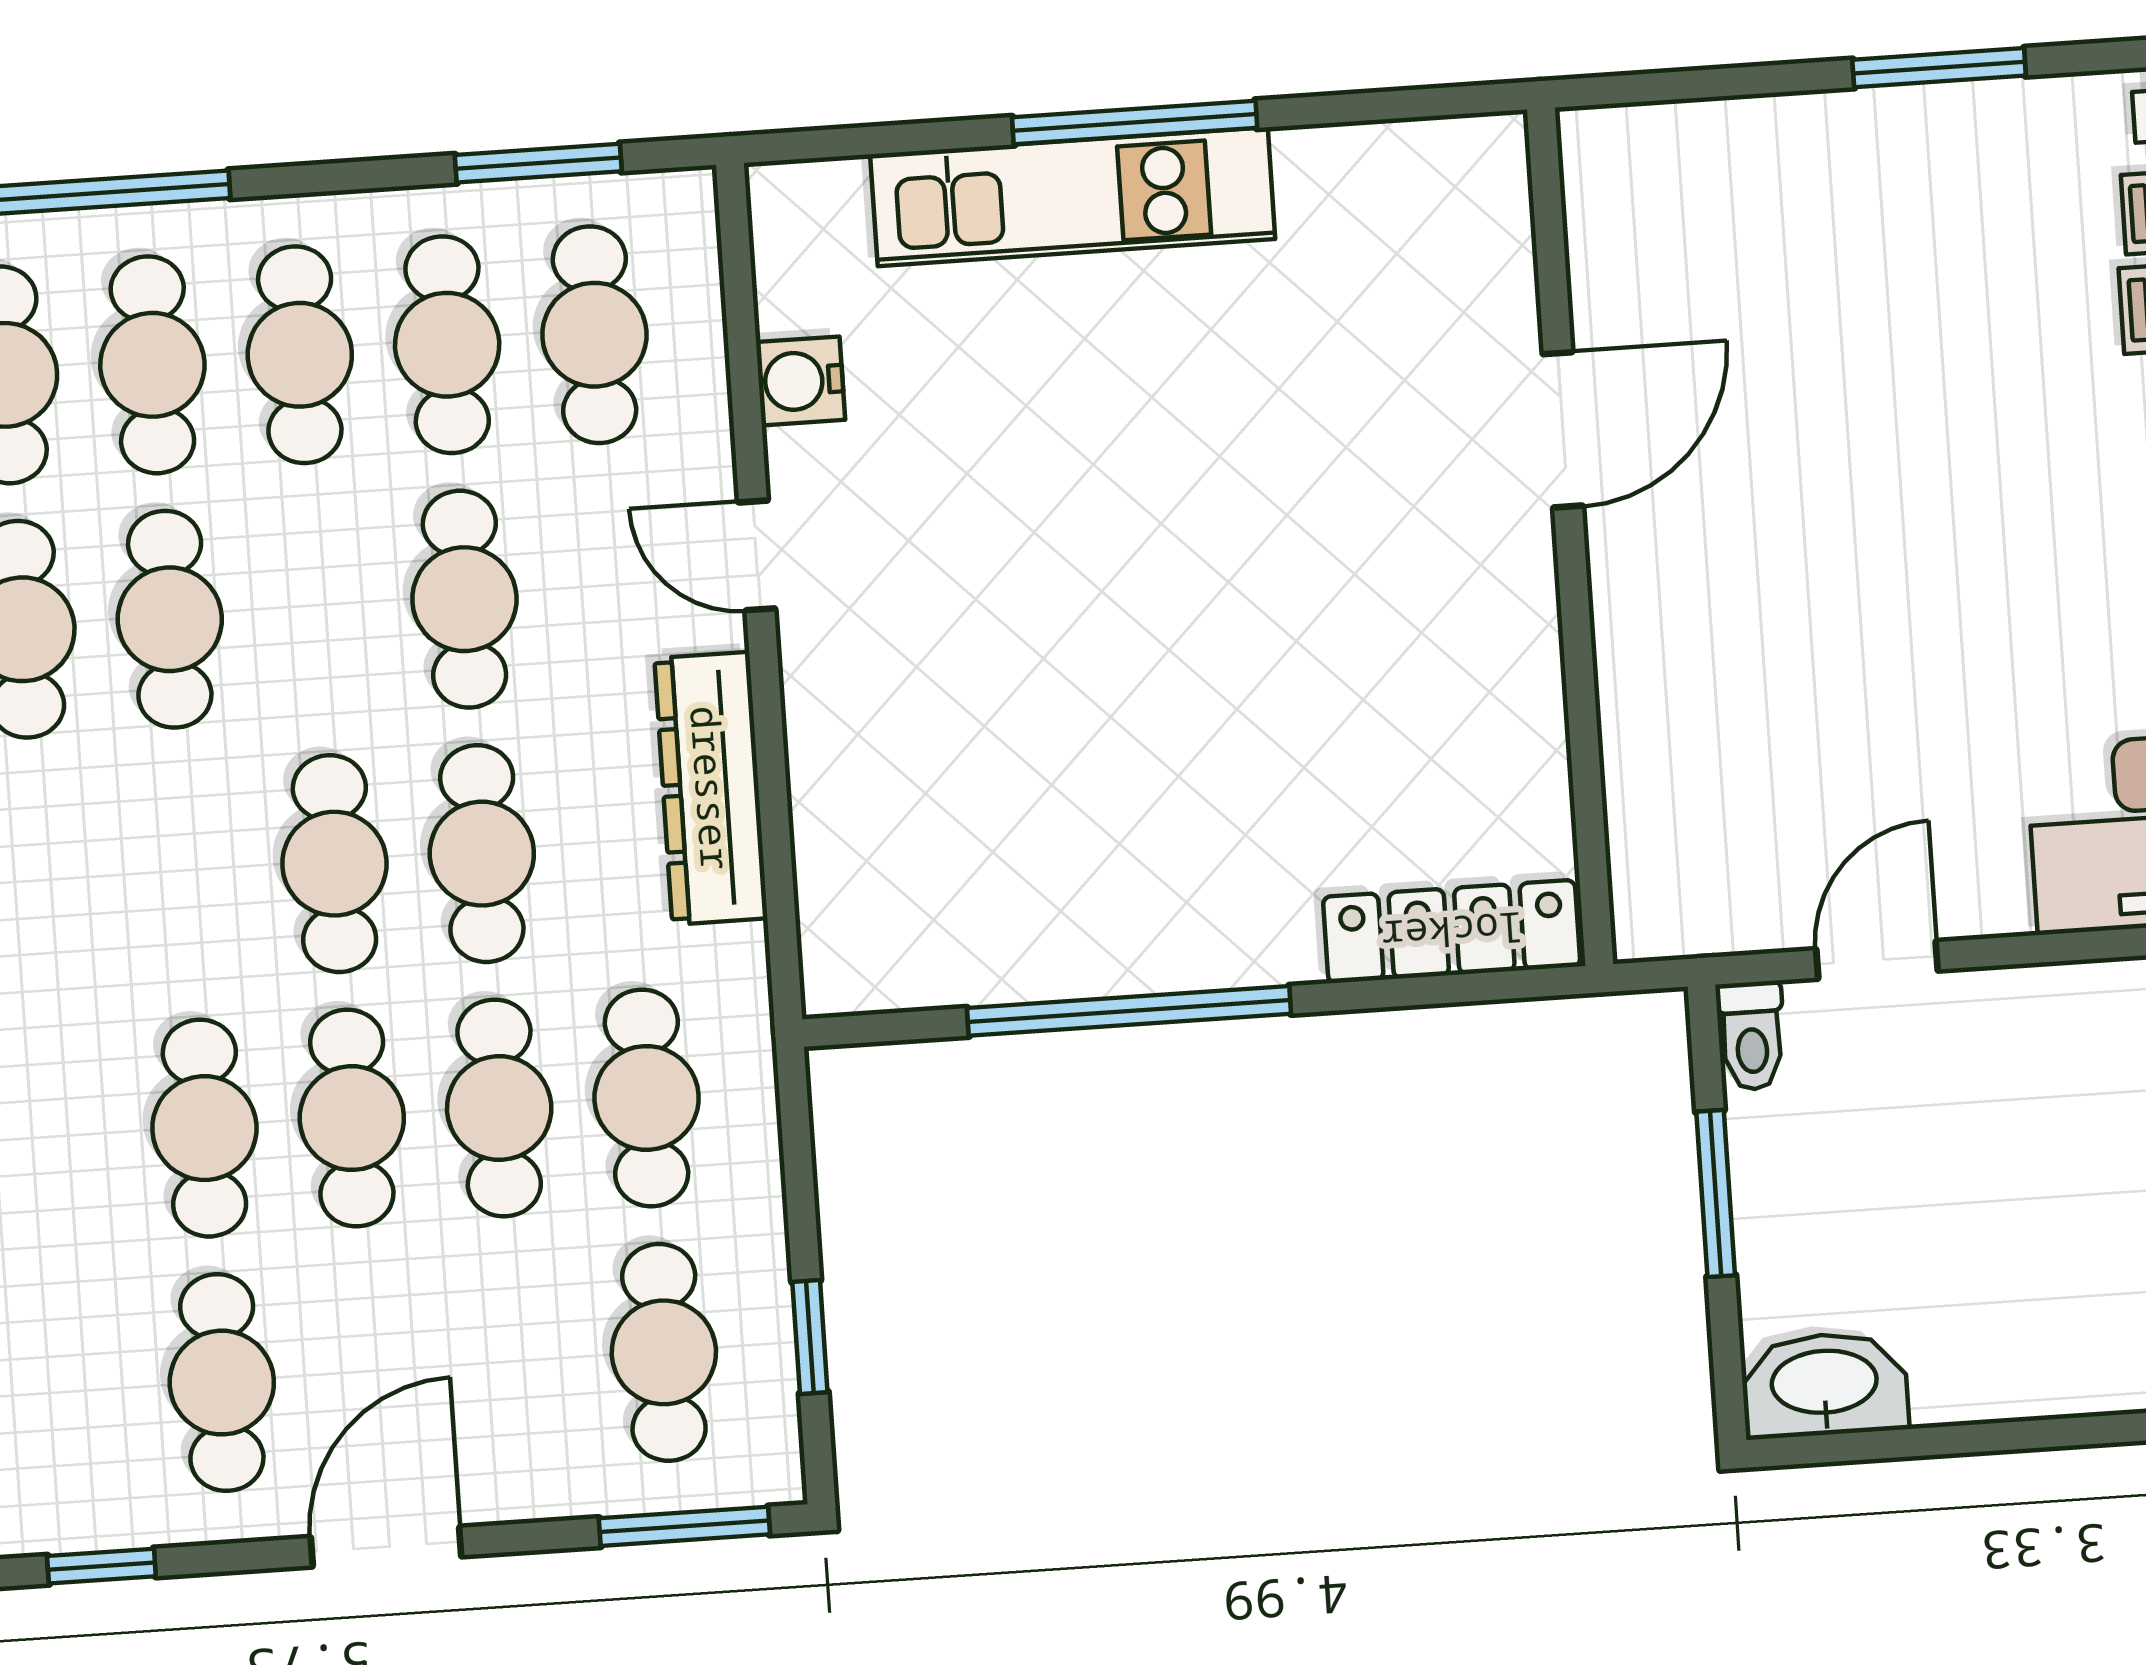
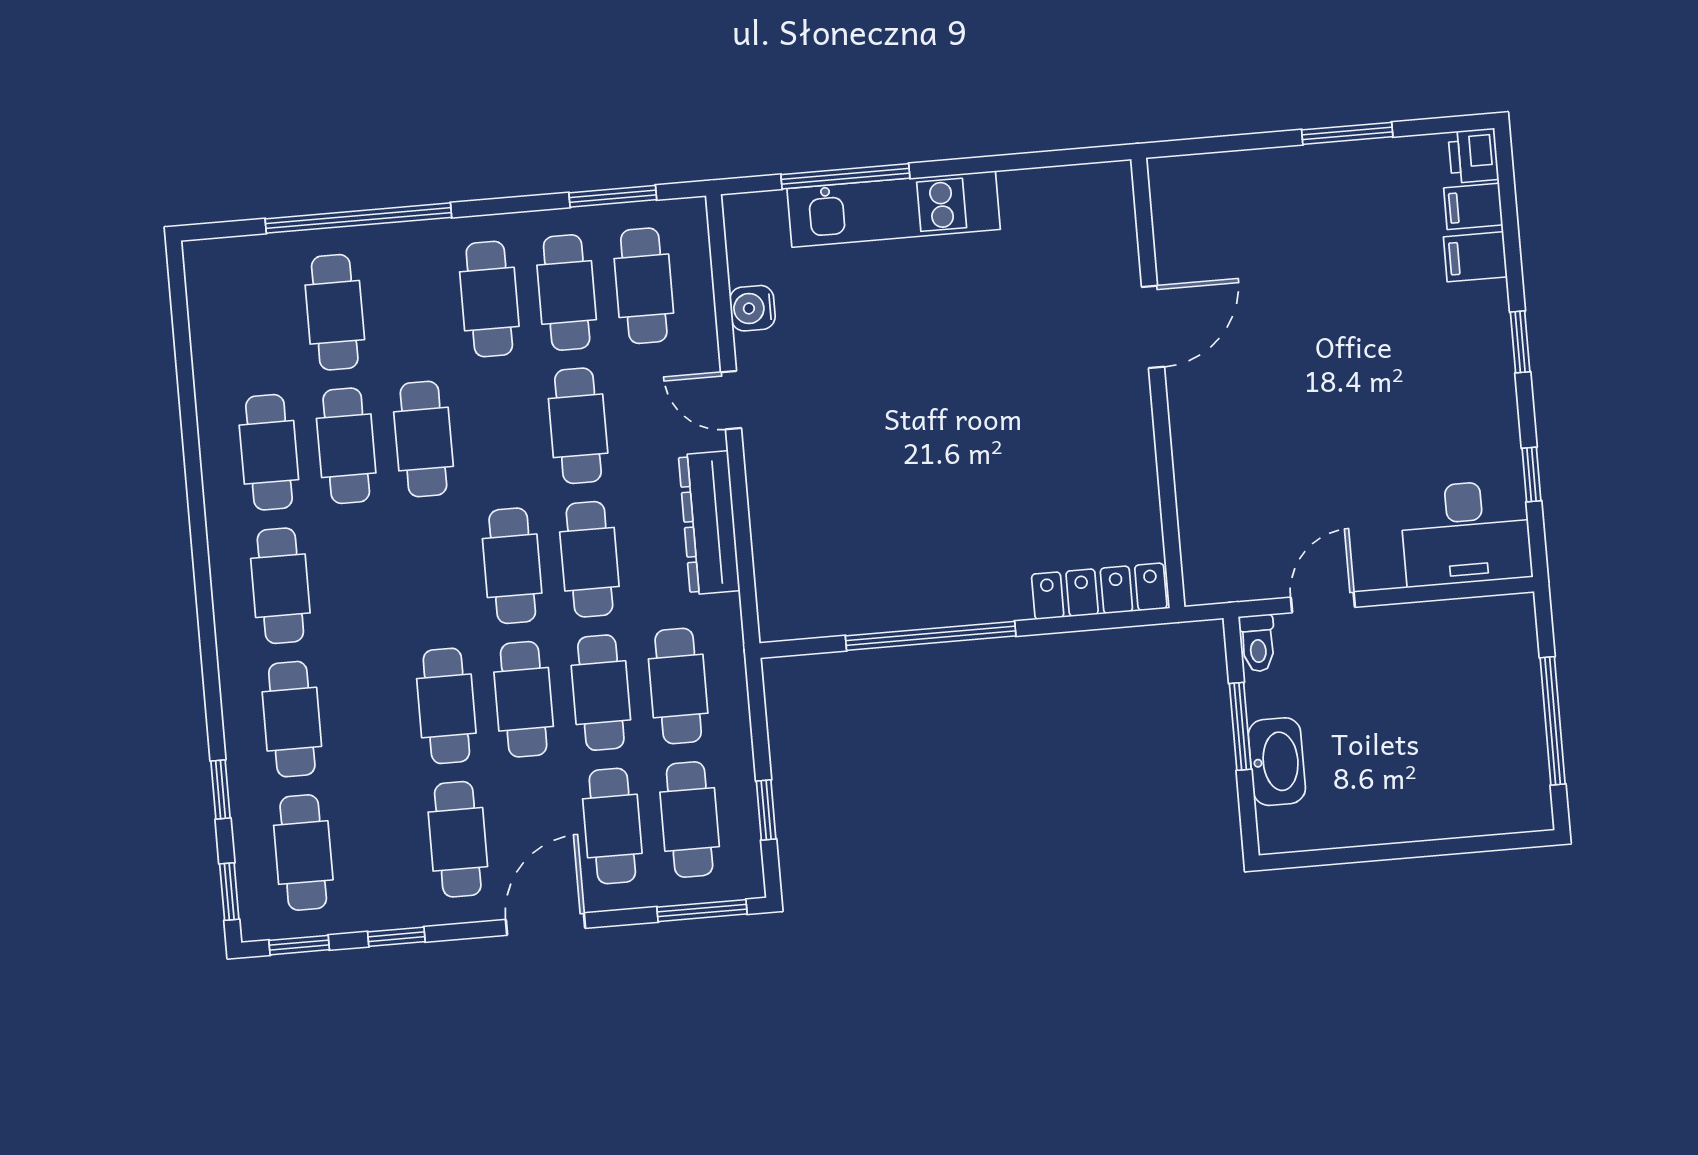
window: (1135, 123) -> (845, 176), moved
cafe table: (152, 365) -> (612, 826), moved
washbasin: (1824, 1385) -> (1277, 762), moved, turned 90

